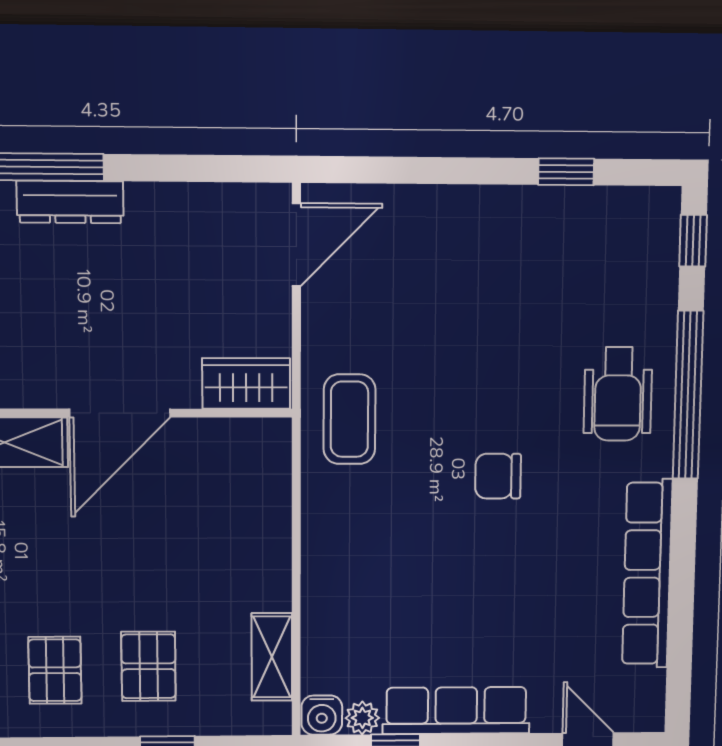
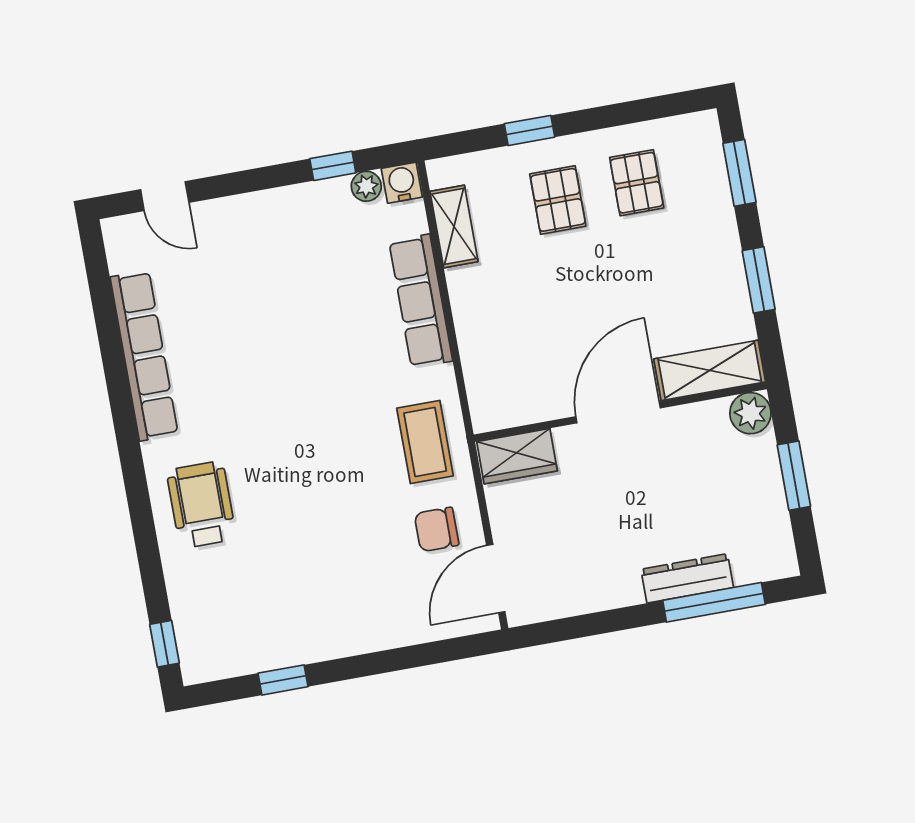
window: (688, 395) -> (141, 515), removed
chair: (498, 476) -> (437, 529), moved, turned 180
row of seats: (456, 710) -> (421, 301), moved, turned 90

